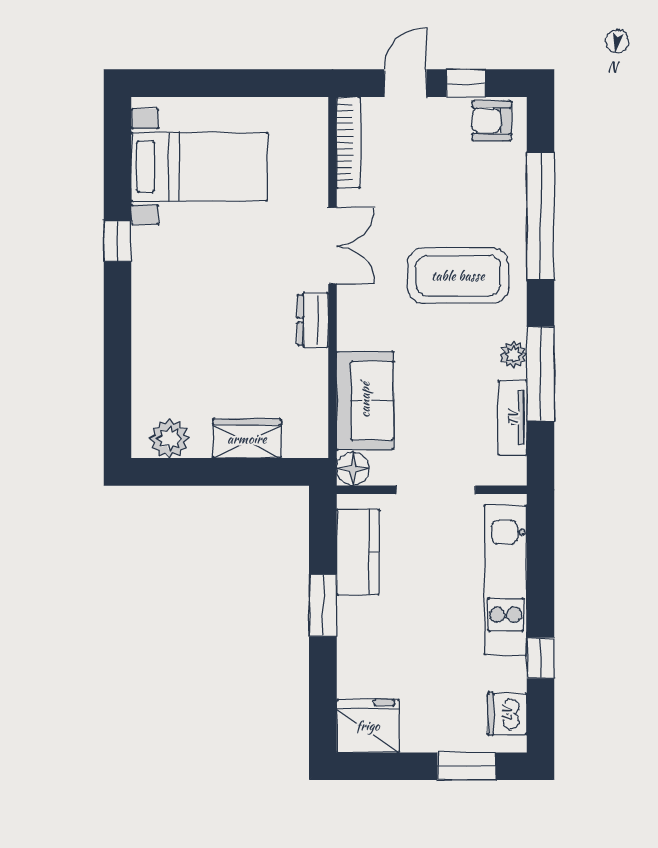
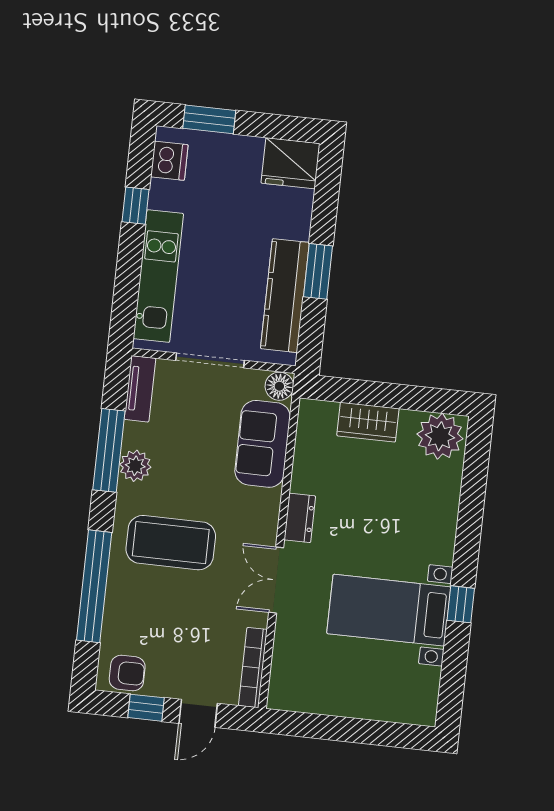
bed with nightstands: (199, 167) -> (389, 610), moved
plant: (513, 354) -> (135, 466), width x1.38, depth x1.38
tv unit: (513, 418) -> (140, 389), moved
plant: (170, 438) -> (440, 436), width x1.36, depth x1.36
kitchen counter: (358, 552) -> (285, 296), width x1.50

